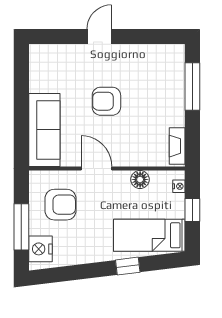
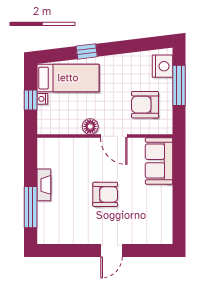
sofa: (44, 130) -> (159, 161), width x0.73
fireplace: (177, 146) -> (44, 185), moved
floor lamp: (140, 180) -> (90, 126), moved
nightstand: (179, 186) -> (42, 99), moved

